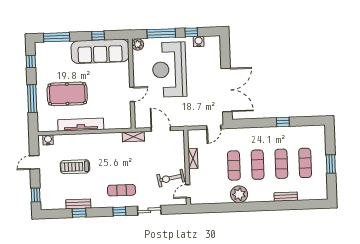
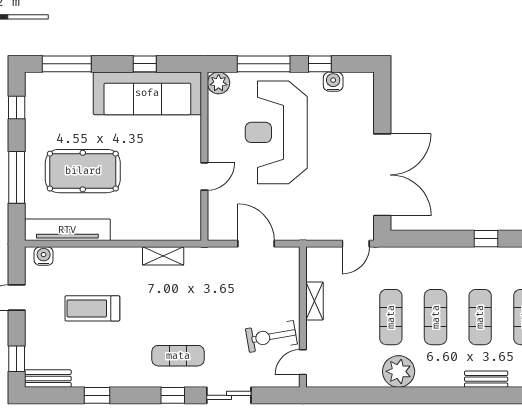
tv unit: (81, 125) -> (67, 230), moved
shelving: (133, 137) -> (163, 256), moved
bench: (78, 204) -> (48, 379), moved

